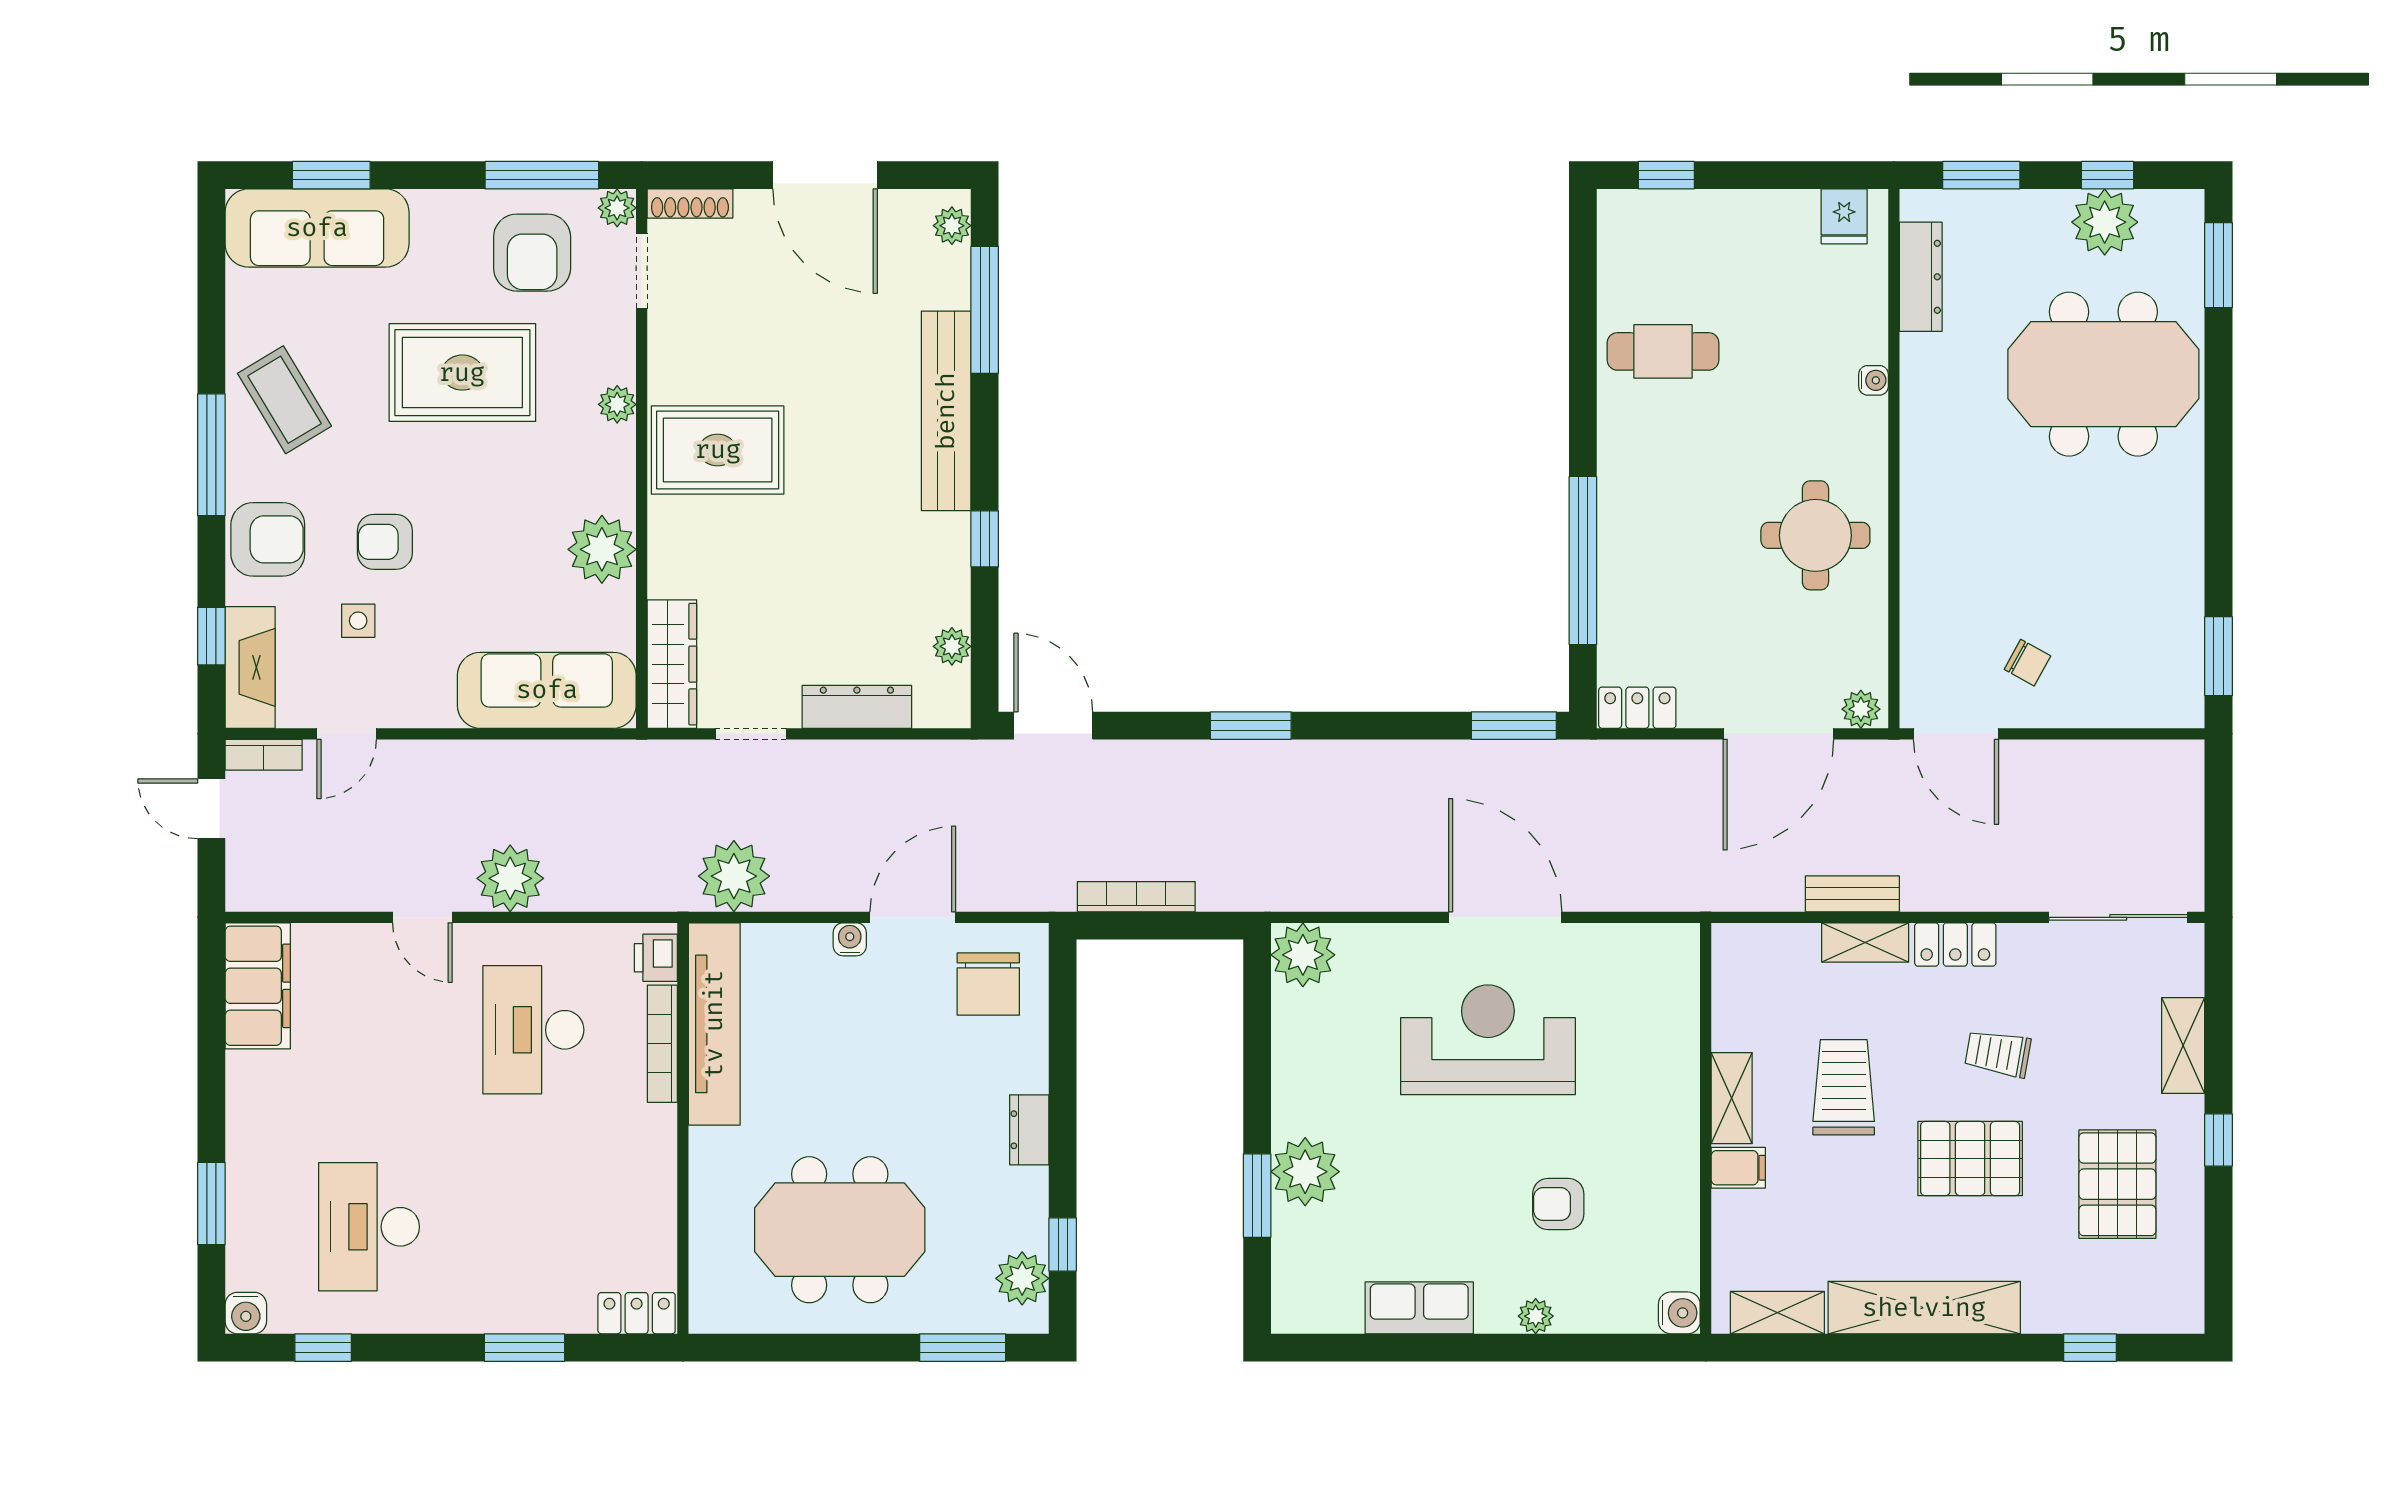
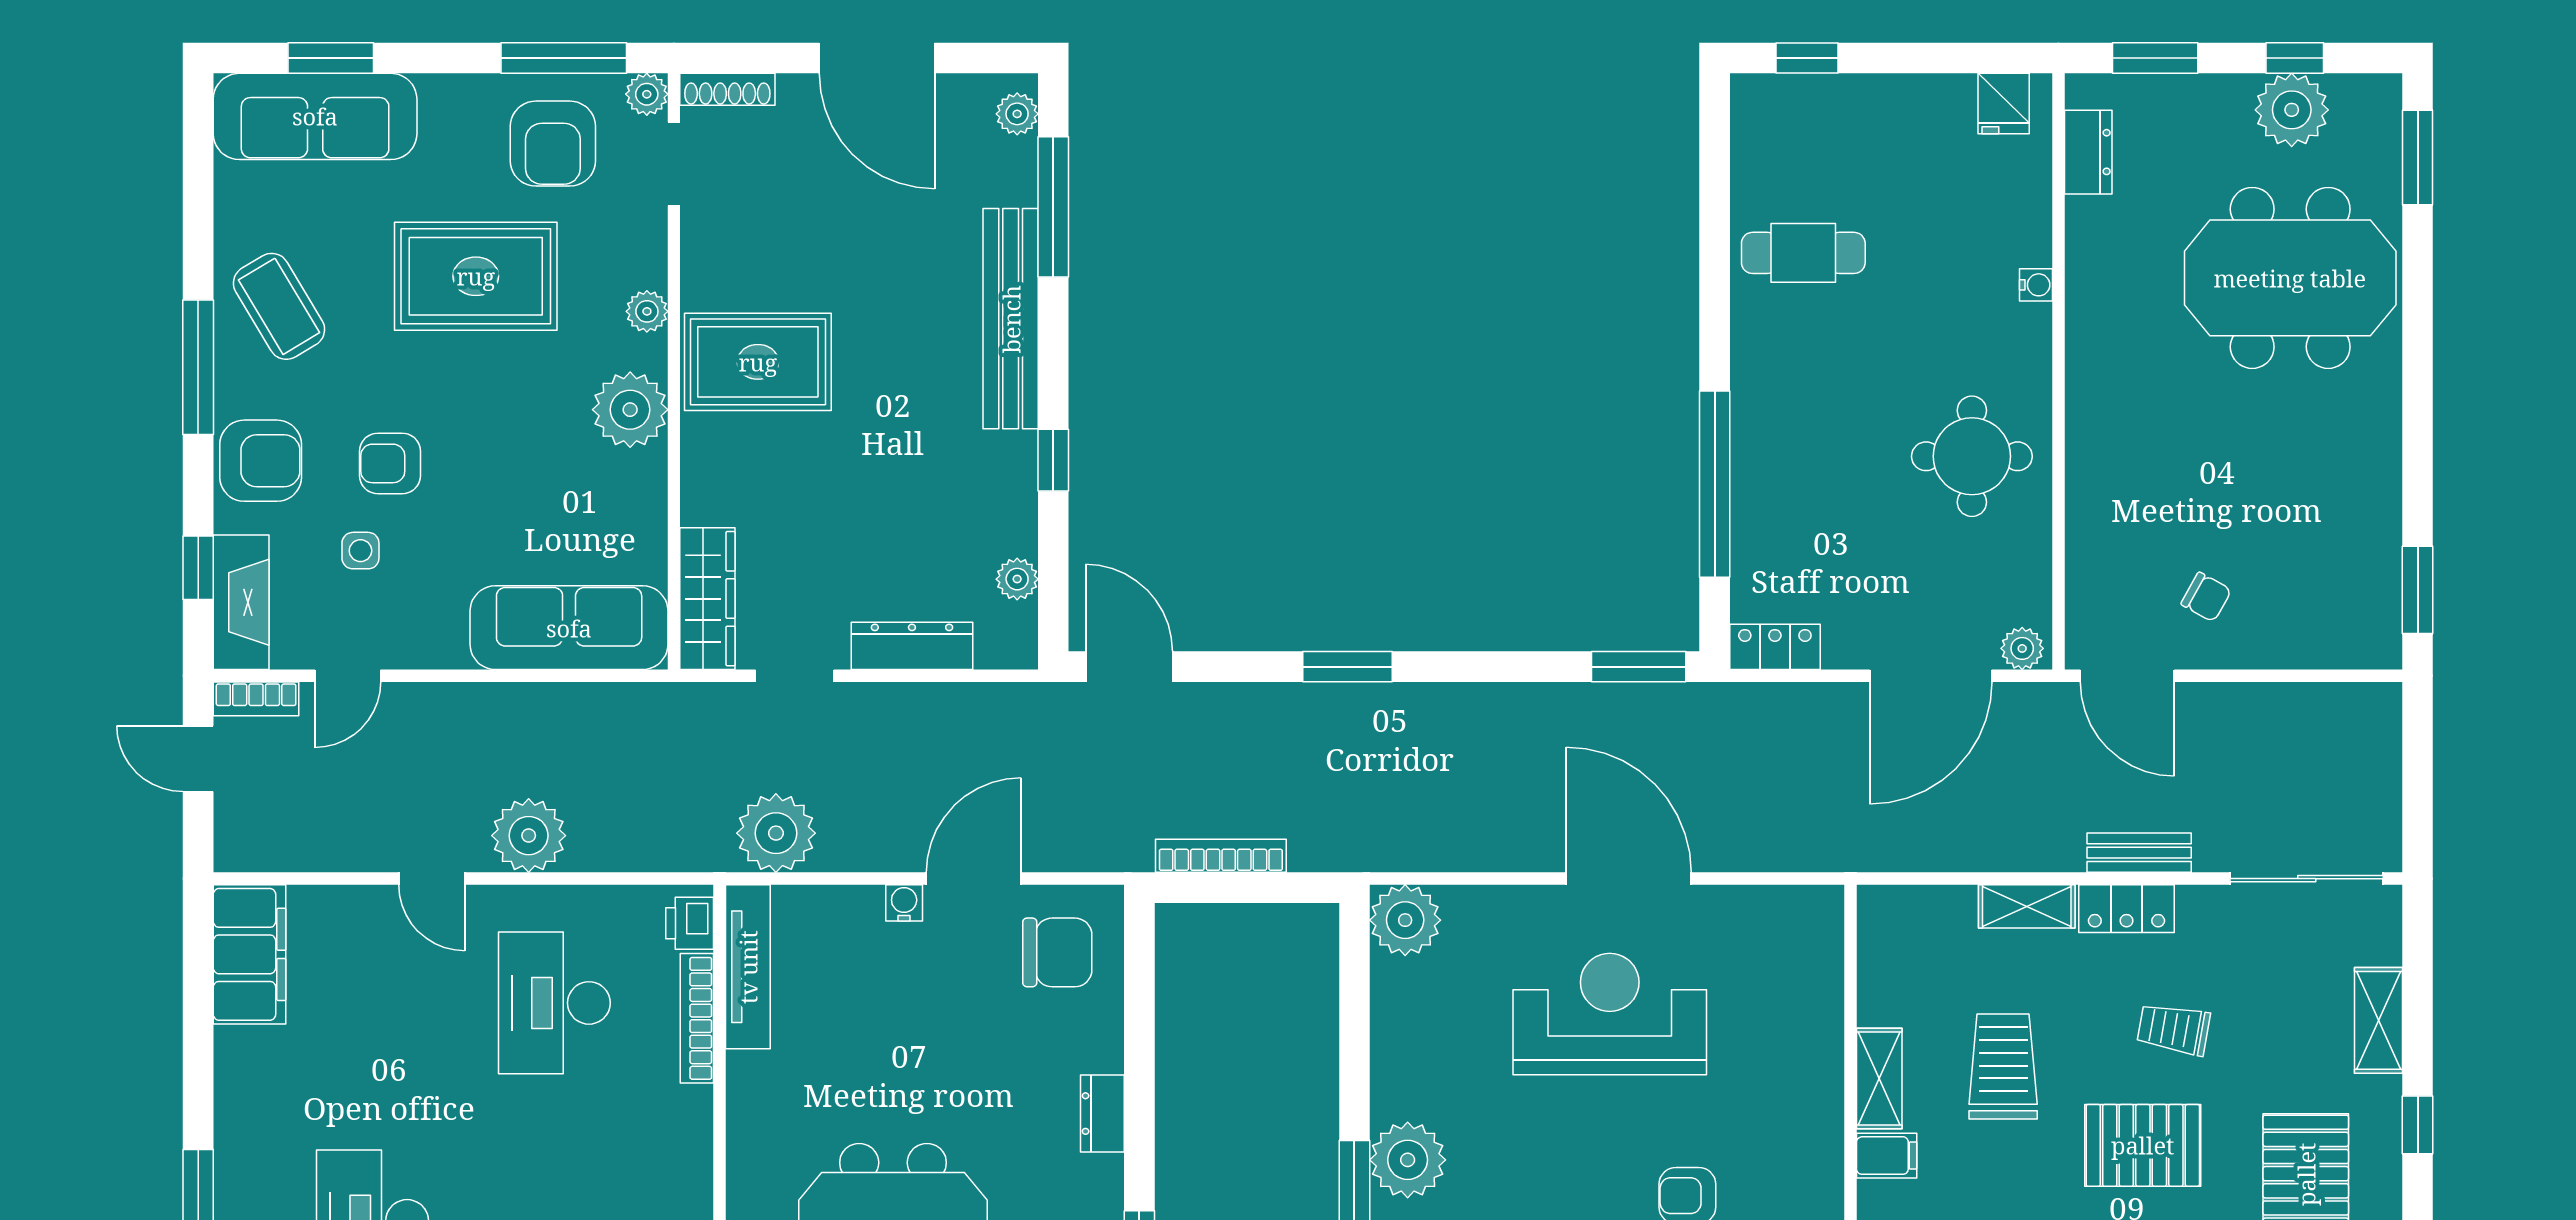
dresser: (1921, 277) -> (2088, 152), width x0.70
plant: (602, 549) -> (630, 410), moved
bench: (1852, 894) -> (2139, 853), moved
chair: (988, 984) -> (1057, 952), turned -90
tv unit: (714, 1024) -> (748, 967), width x0.73, depth x0.78

